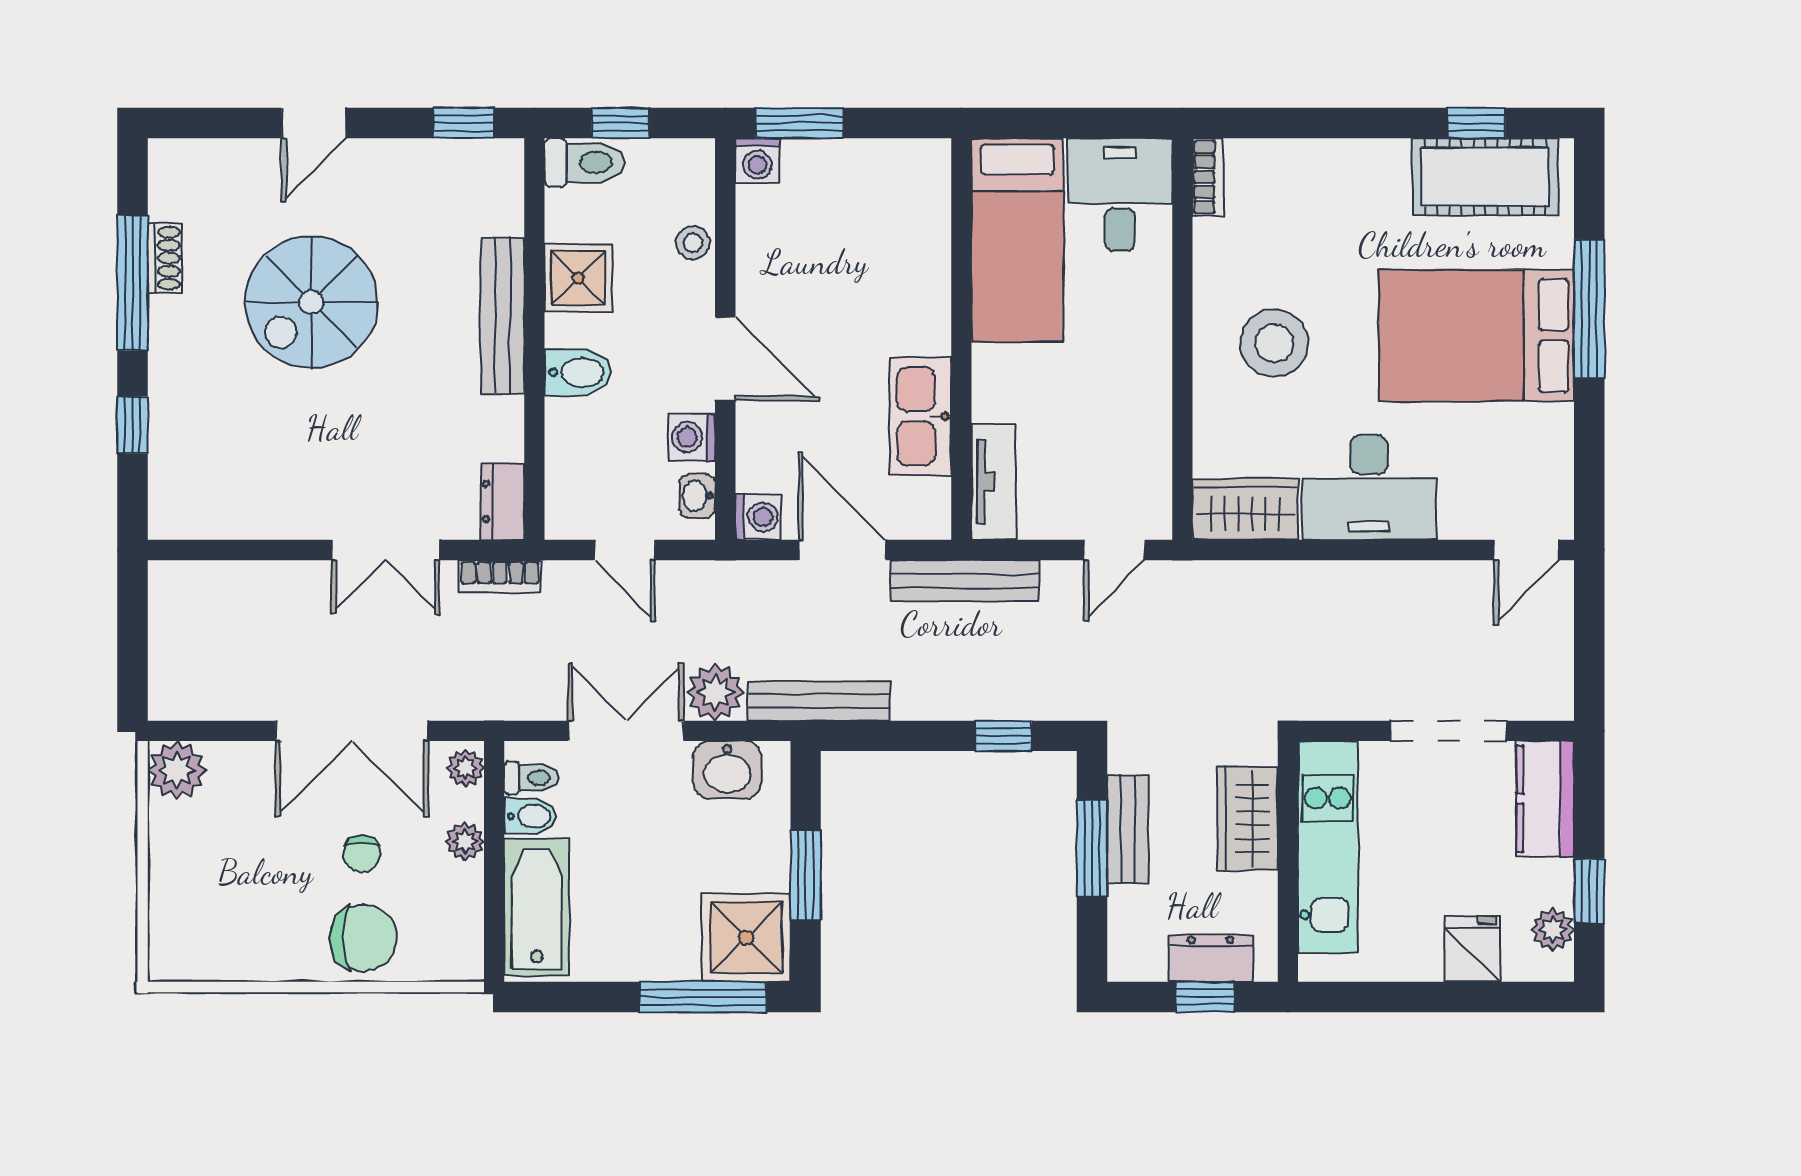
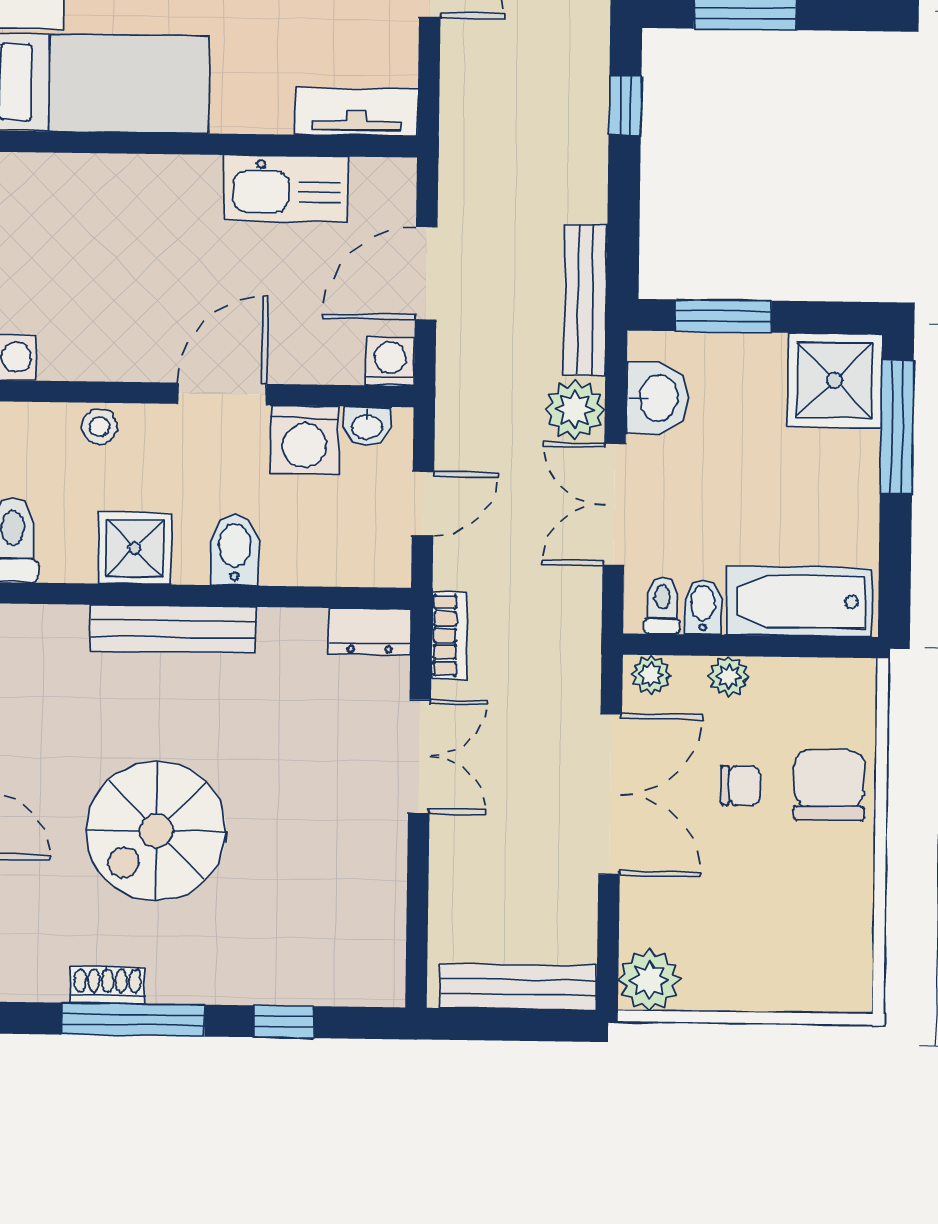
spiral stairs: (311, 302) -> (156, 831), turned 90
washing machine: (692, 437) -> (305, 440), width x1.38, depth x1.38
bench: (965, 581) -> (518, 987), moved, turned 90
window: (806, 875) -> (723, 316), moved

